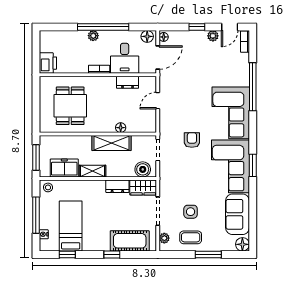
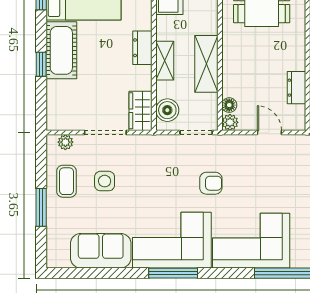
plant: (151, 127) -> (230, 122), added
floor lamp: (121, 128) -> (229, 105), moved
window: (253, 165) -> (173, 273), width x1.44
shelving: (92, 171) -> (165, 61), moved
dresser: (117, 186) -> (142, 48), moved
cot: (130, 241) -> (61, 50), moved
floor lamp: (242, 244) -> (56, 258), removed

